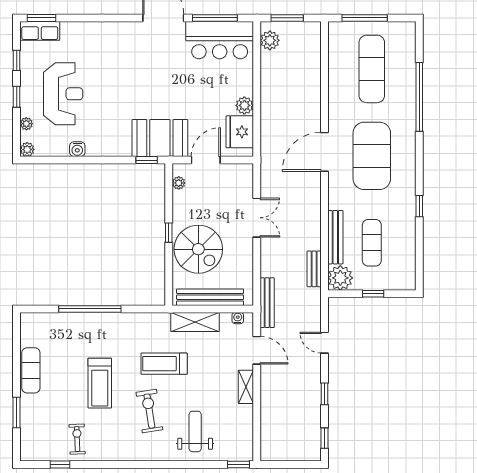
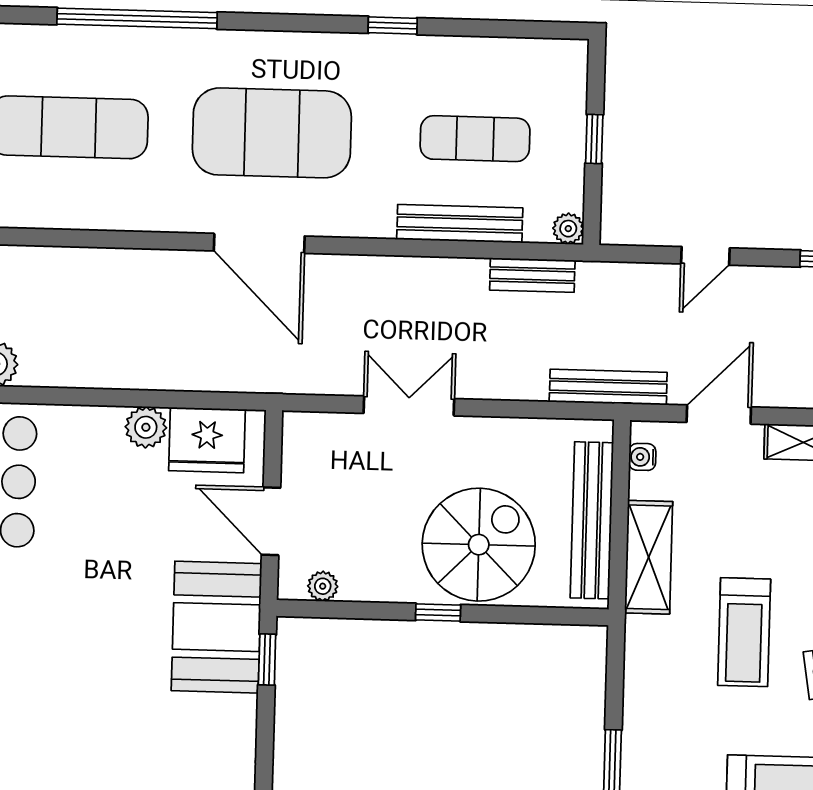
plant: (340, 278) -> (568, 229), width x0.53, depth x0.53

